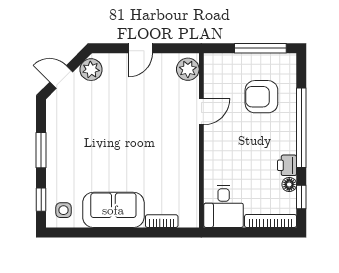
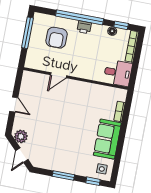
plant: (188, 69) -> (32, 79), removed
door: (201, 112) -> (59, 75), swing flipped
printer: (287, 165) -> (84, 27), moved

